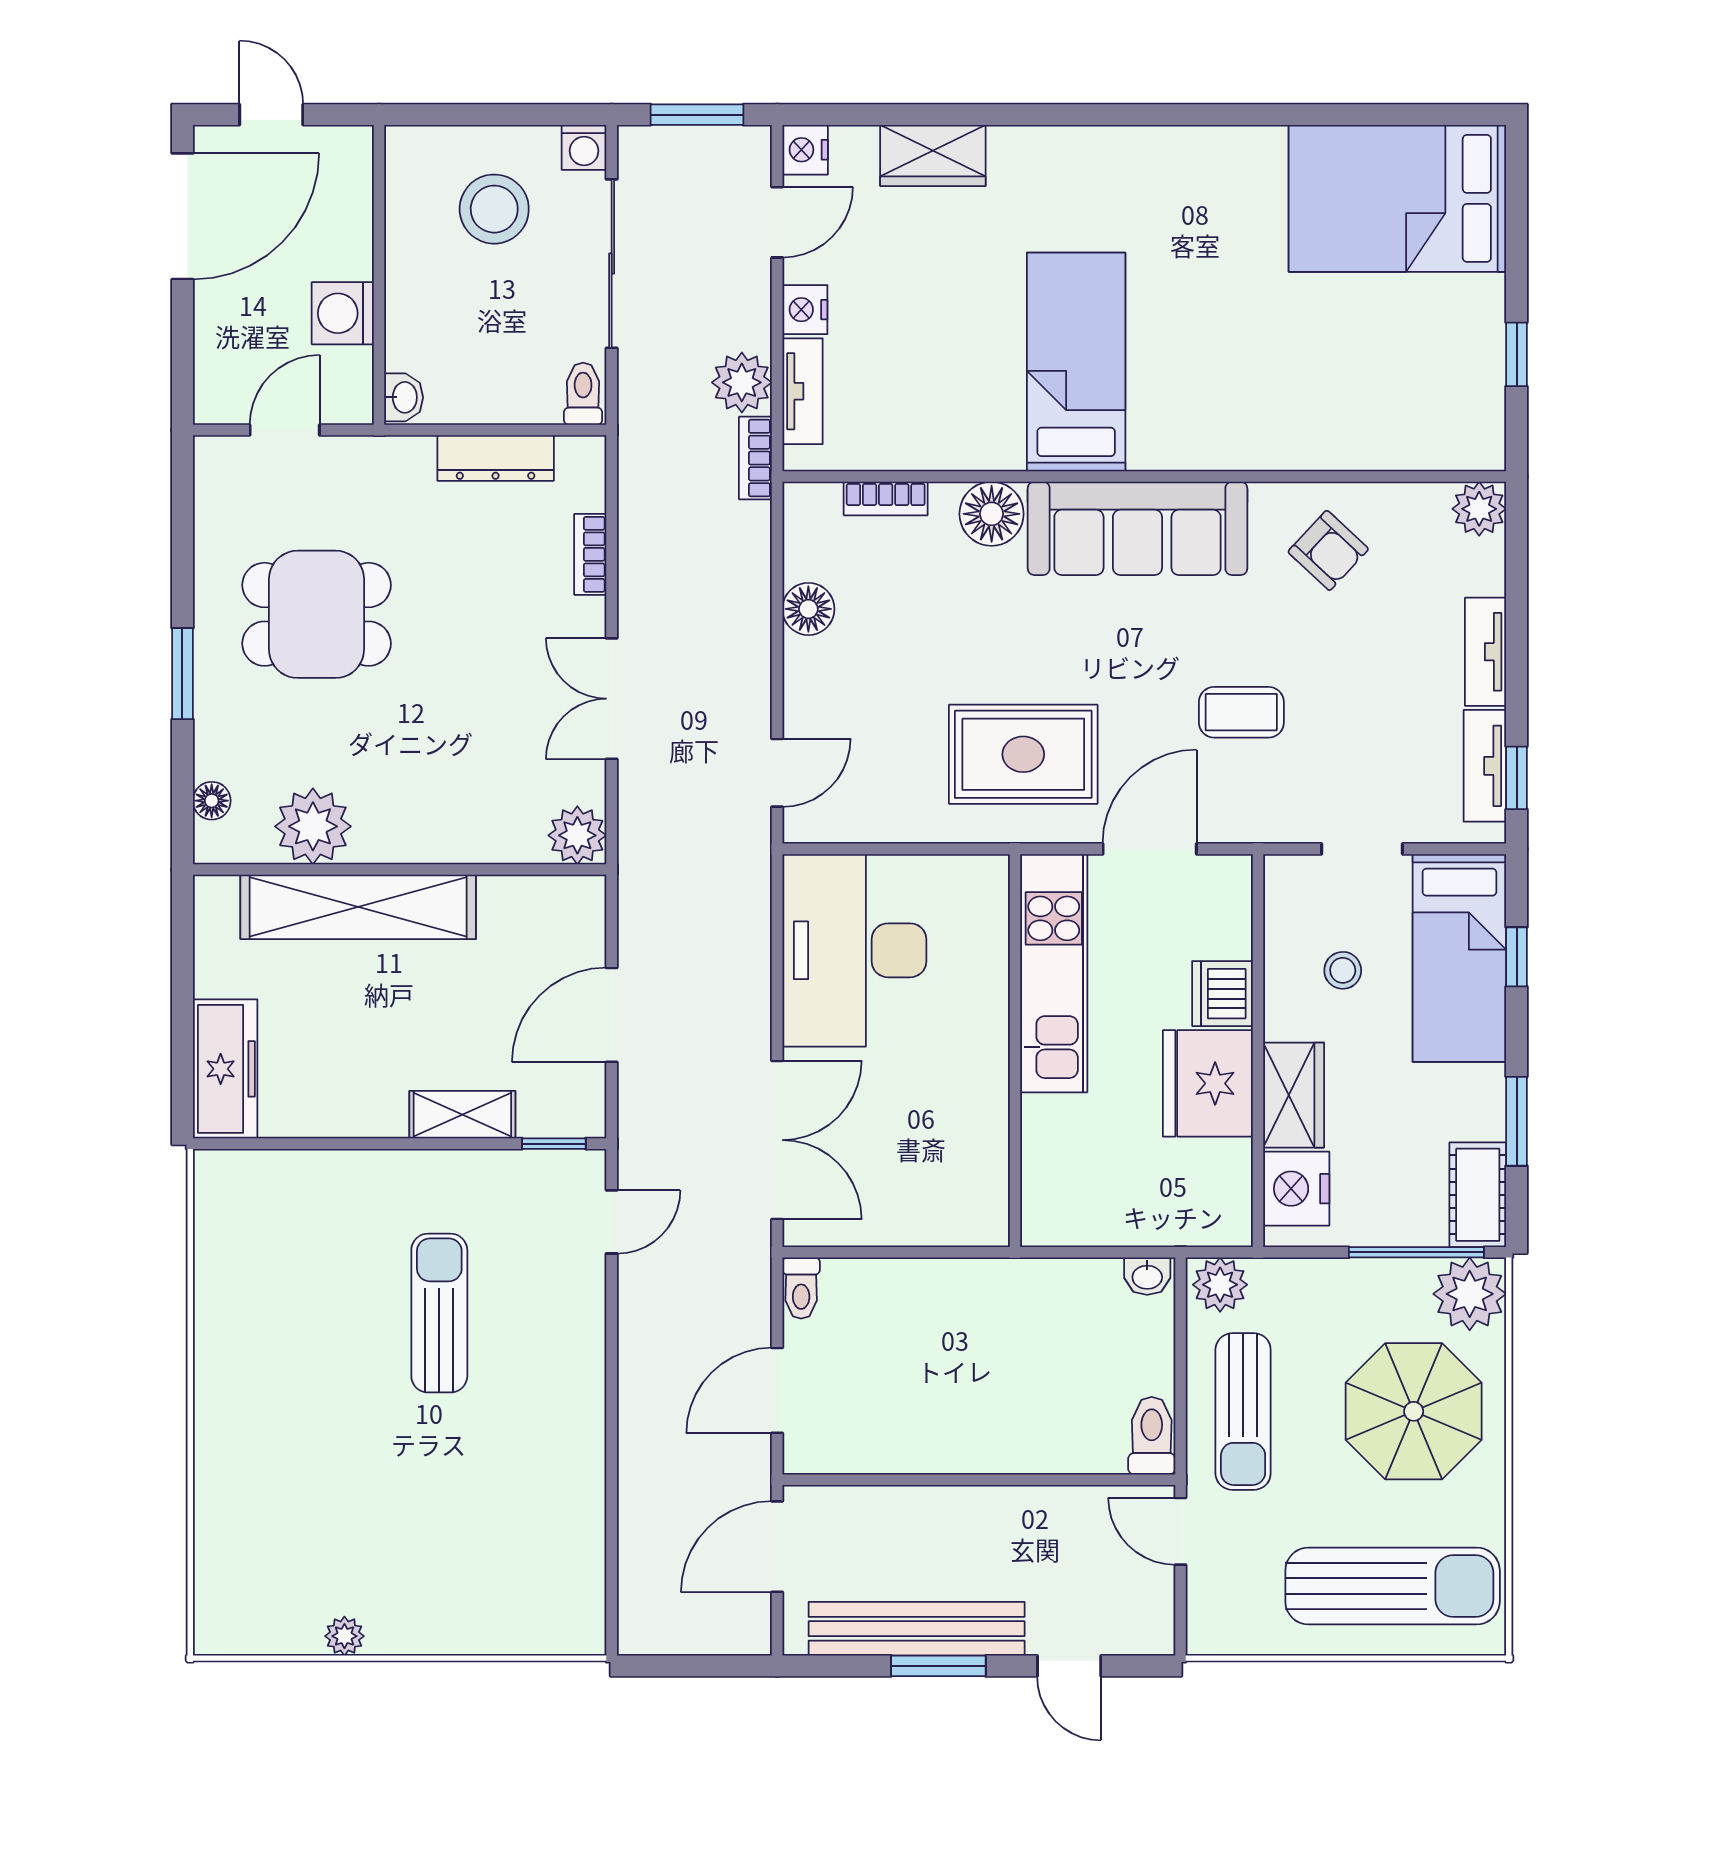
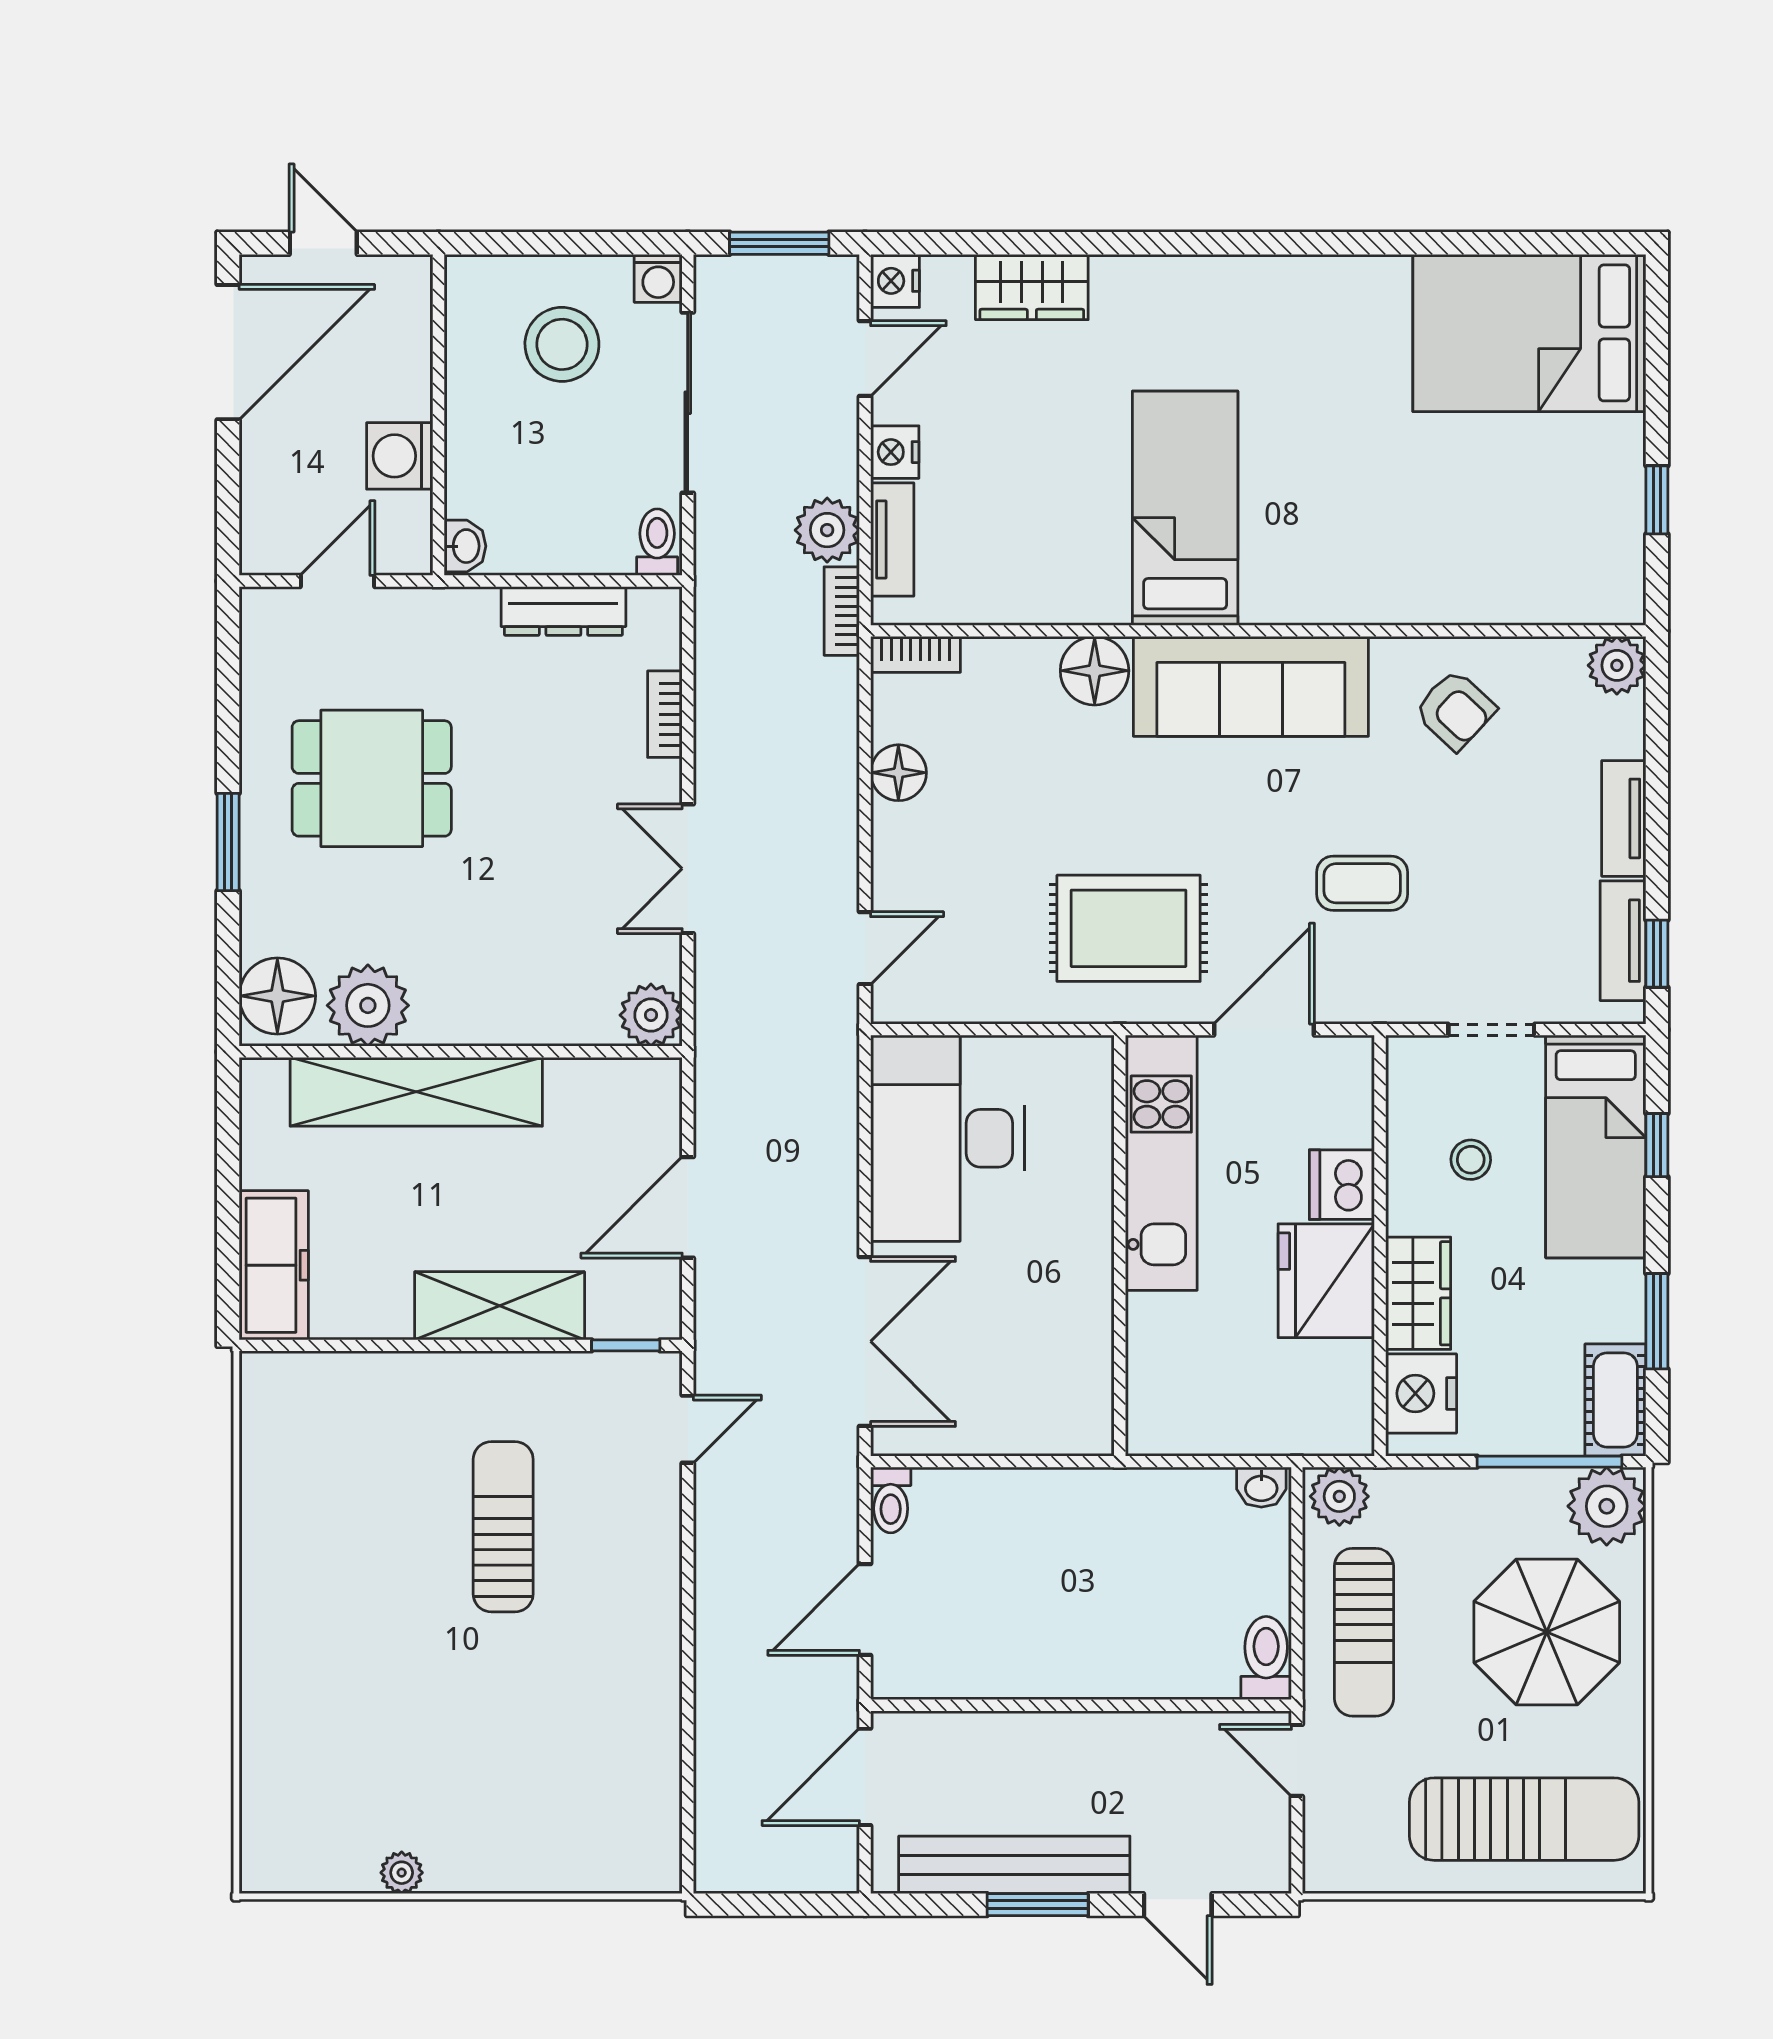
bookcase: (886, 499) -> (915, 654), moved
floor lamp: (212, 801) -> (277, 996), width x1.89, depth x1.89
shelving: (462, 1115) -> (500, 1306), width x1.50, depth x1.33

